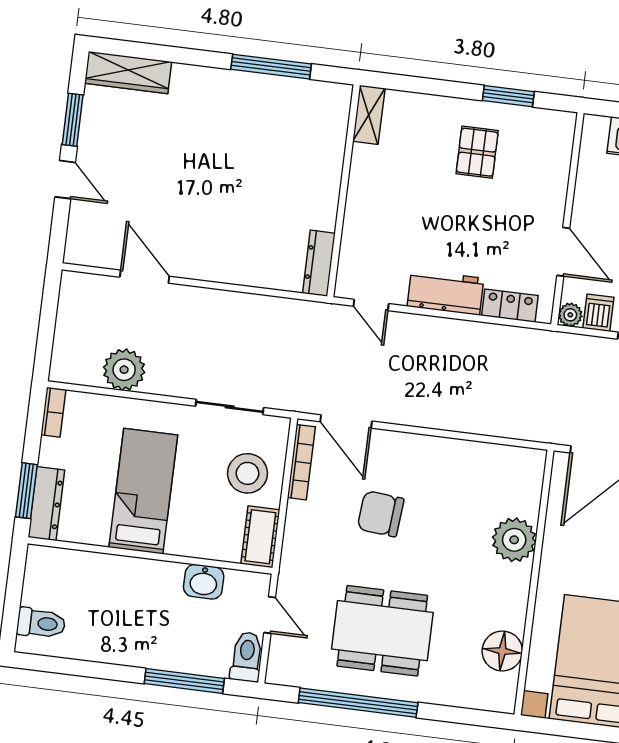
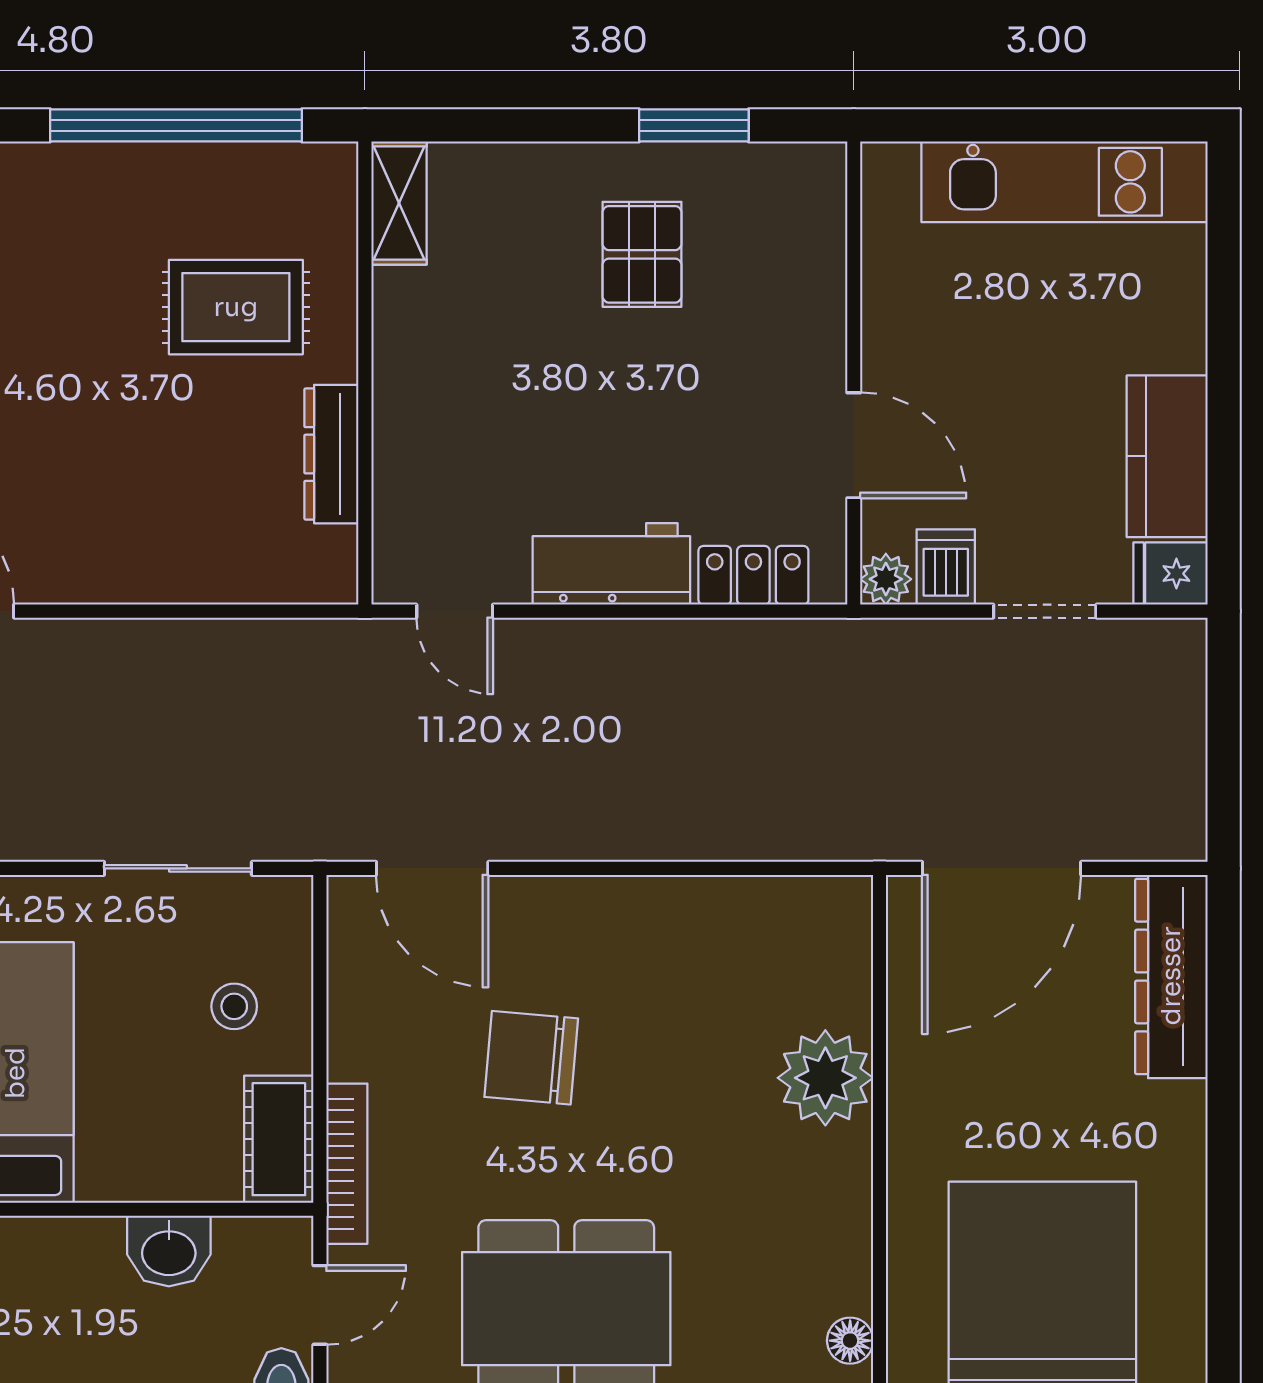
window: (271, 67) -> (176, 125), width x1.46
rug: (288, 153) -> (236, 307), added
dresser: (319, 263) -> (331, 454), moved
bookcase: (301, 462) -> (347, 1164), moved
stool: (247, 473) -> (234, 1006), width x0.53, depth x0.53
door: (270, 615) -> (320, 1305), hinge flipped
floor lamp: (502, 651) -> (850, 1341), width x0.53, depth x0.53

